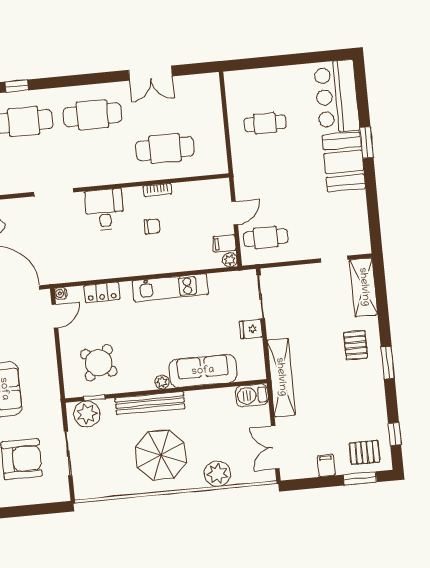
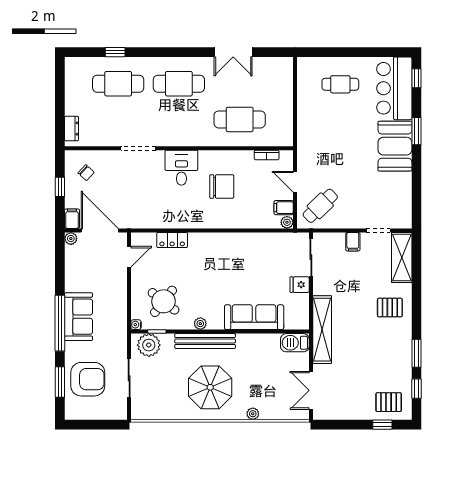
window: (361, 83) -> (417, 78), added
cafe table: (265, 123) -> (340, 84), moved
bookcase: (157, 190) -> (267, 155), moved
door: (235, 213) -> (295, 182), swing flipped
chair: (152, 226) -> (222, 186), width x1.87, depth x1.87
cafe table: (266, 238) -> (320, 206), turned -44
kitchen unit: (170, 288) -> (232, 242), removed
water cooler: (61, 293) -> (136, 325), moved
pallet: (356, 345) -> (390, 308), turned 90
window: (388, 363) -> (417, 353), moved
plant: (162, 382) -> (200, 324), moved
filing cabinet: (326, 466) -> (353, 242), moved, turned 180
plant: (217, 474) -> (253, 414), width x0.53, depth x0.53
window: (360, 478) -> (382, 425), width x0.67

